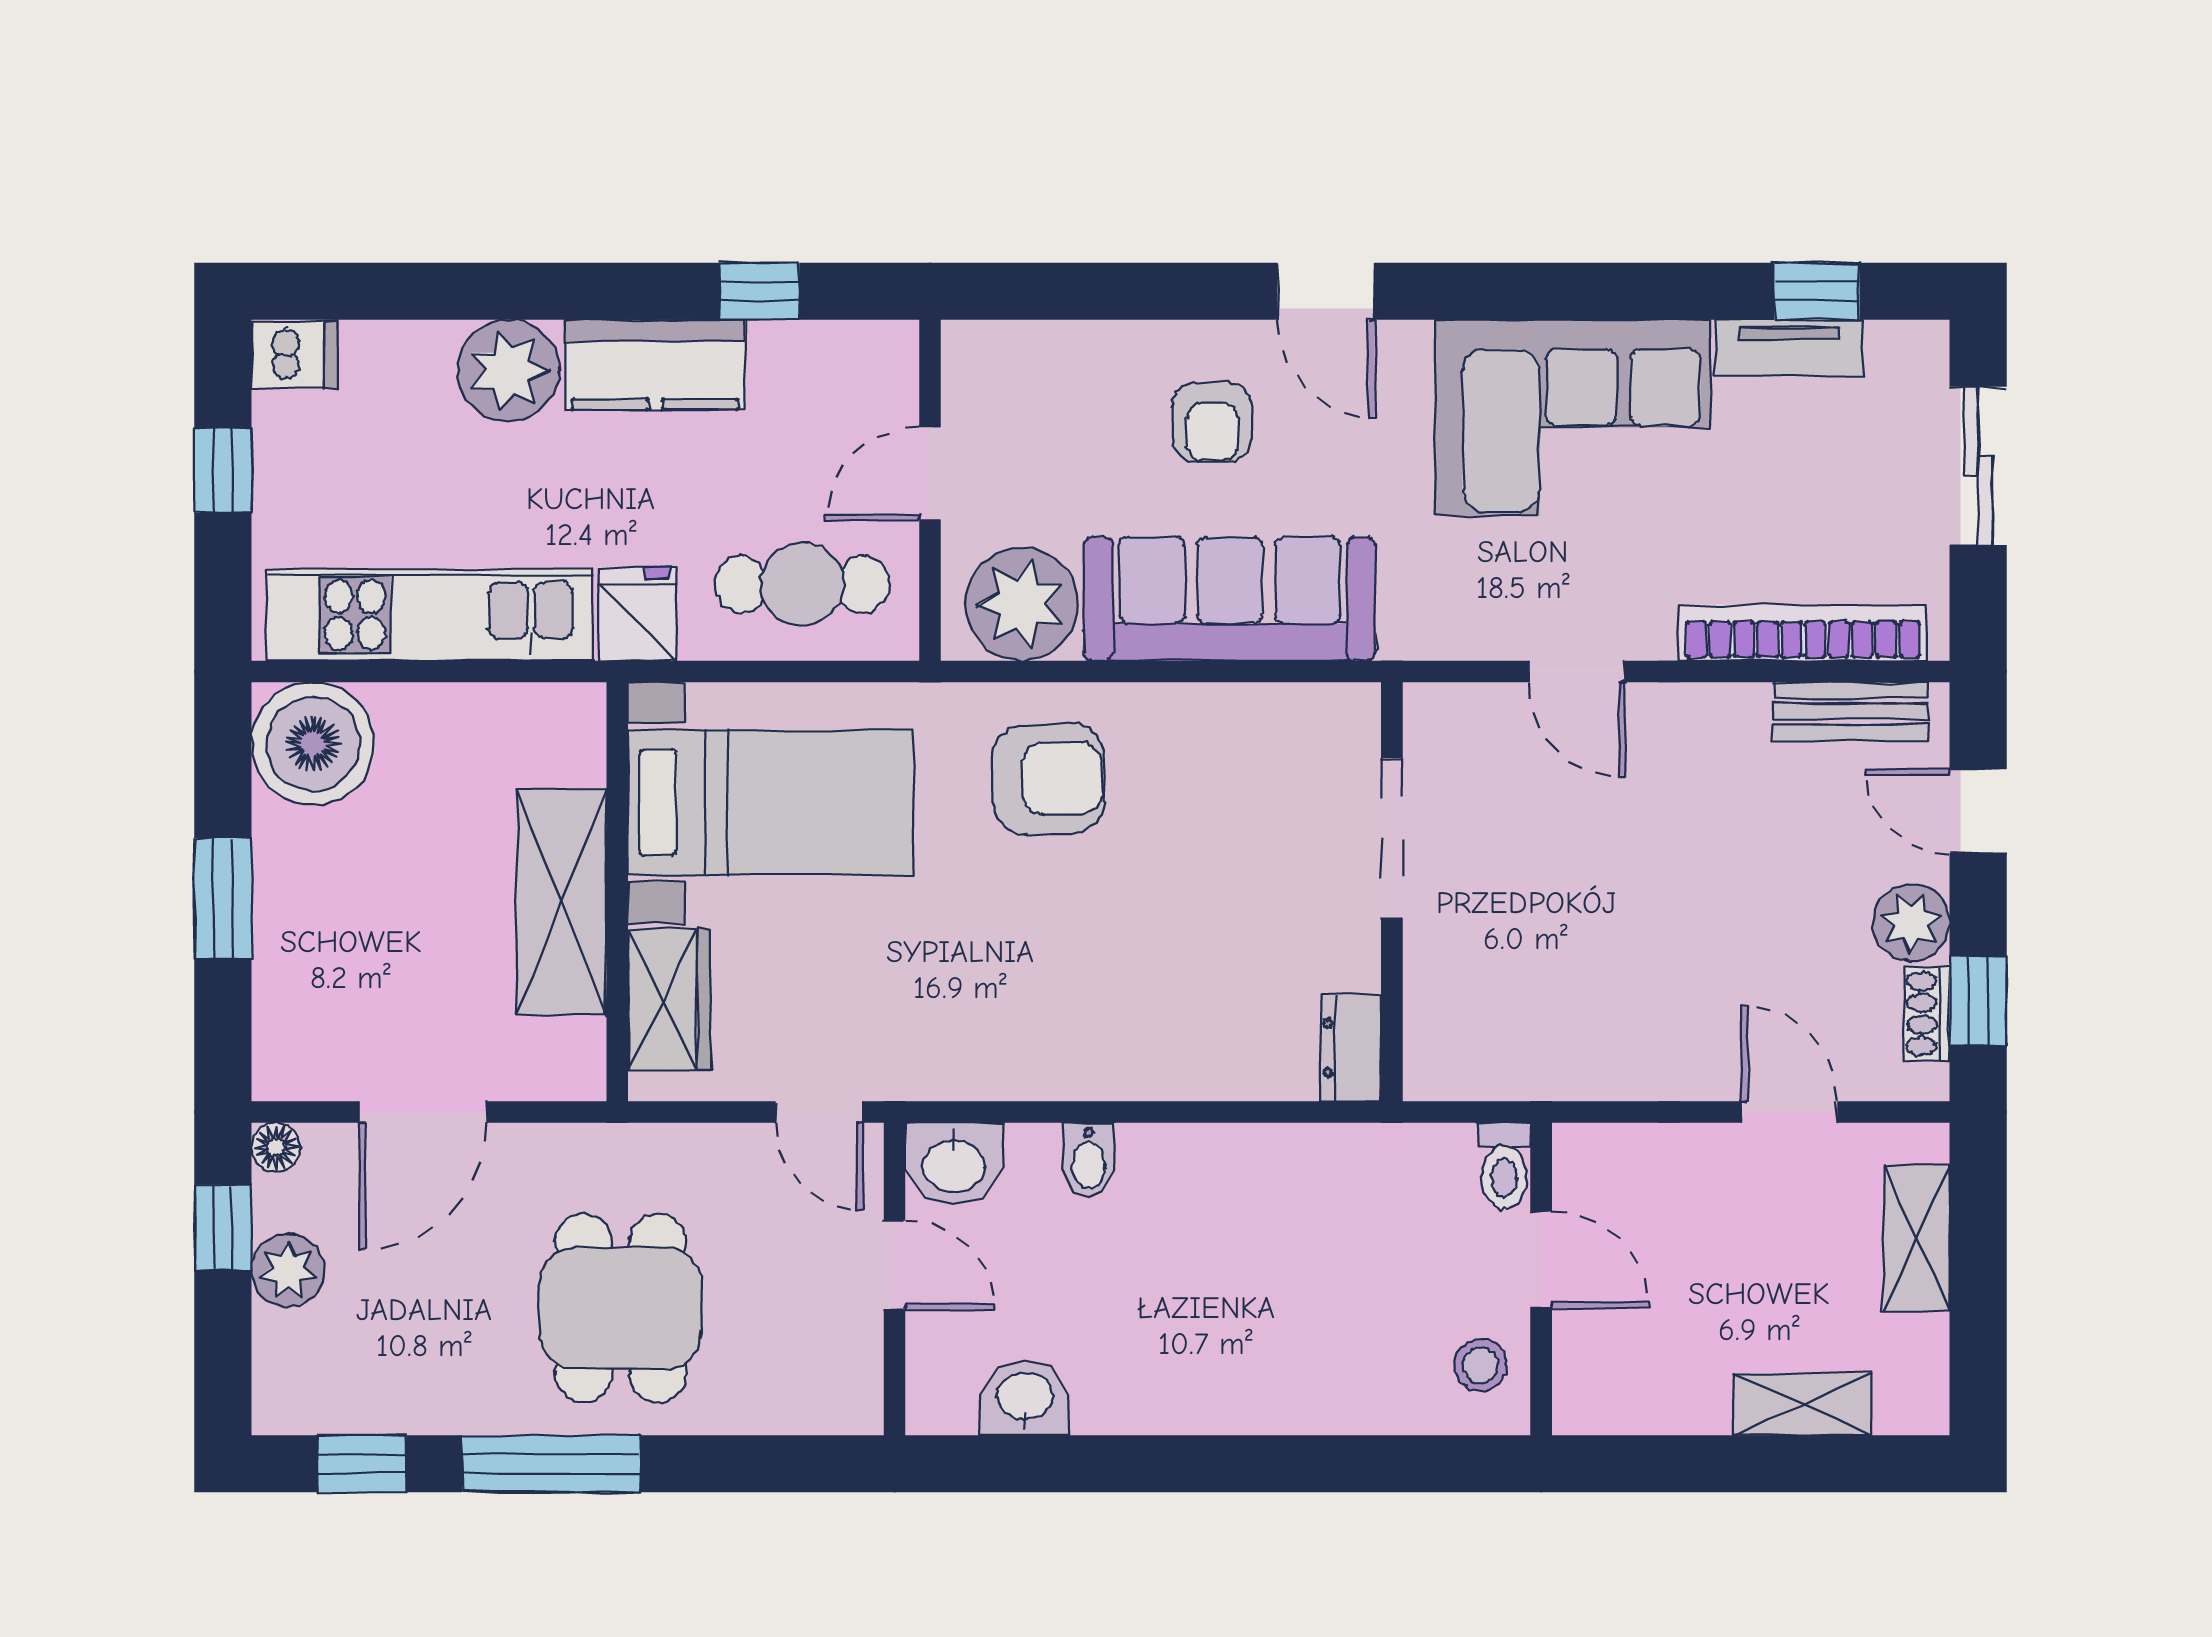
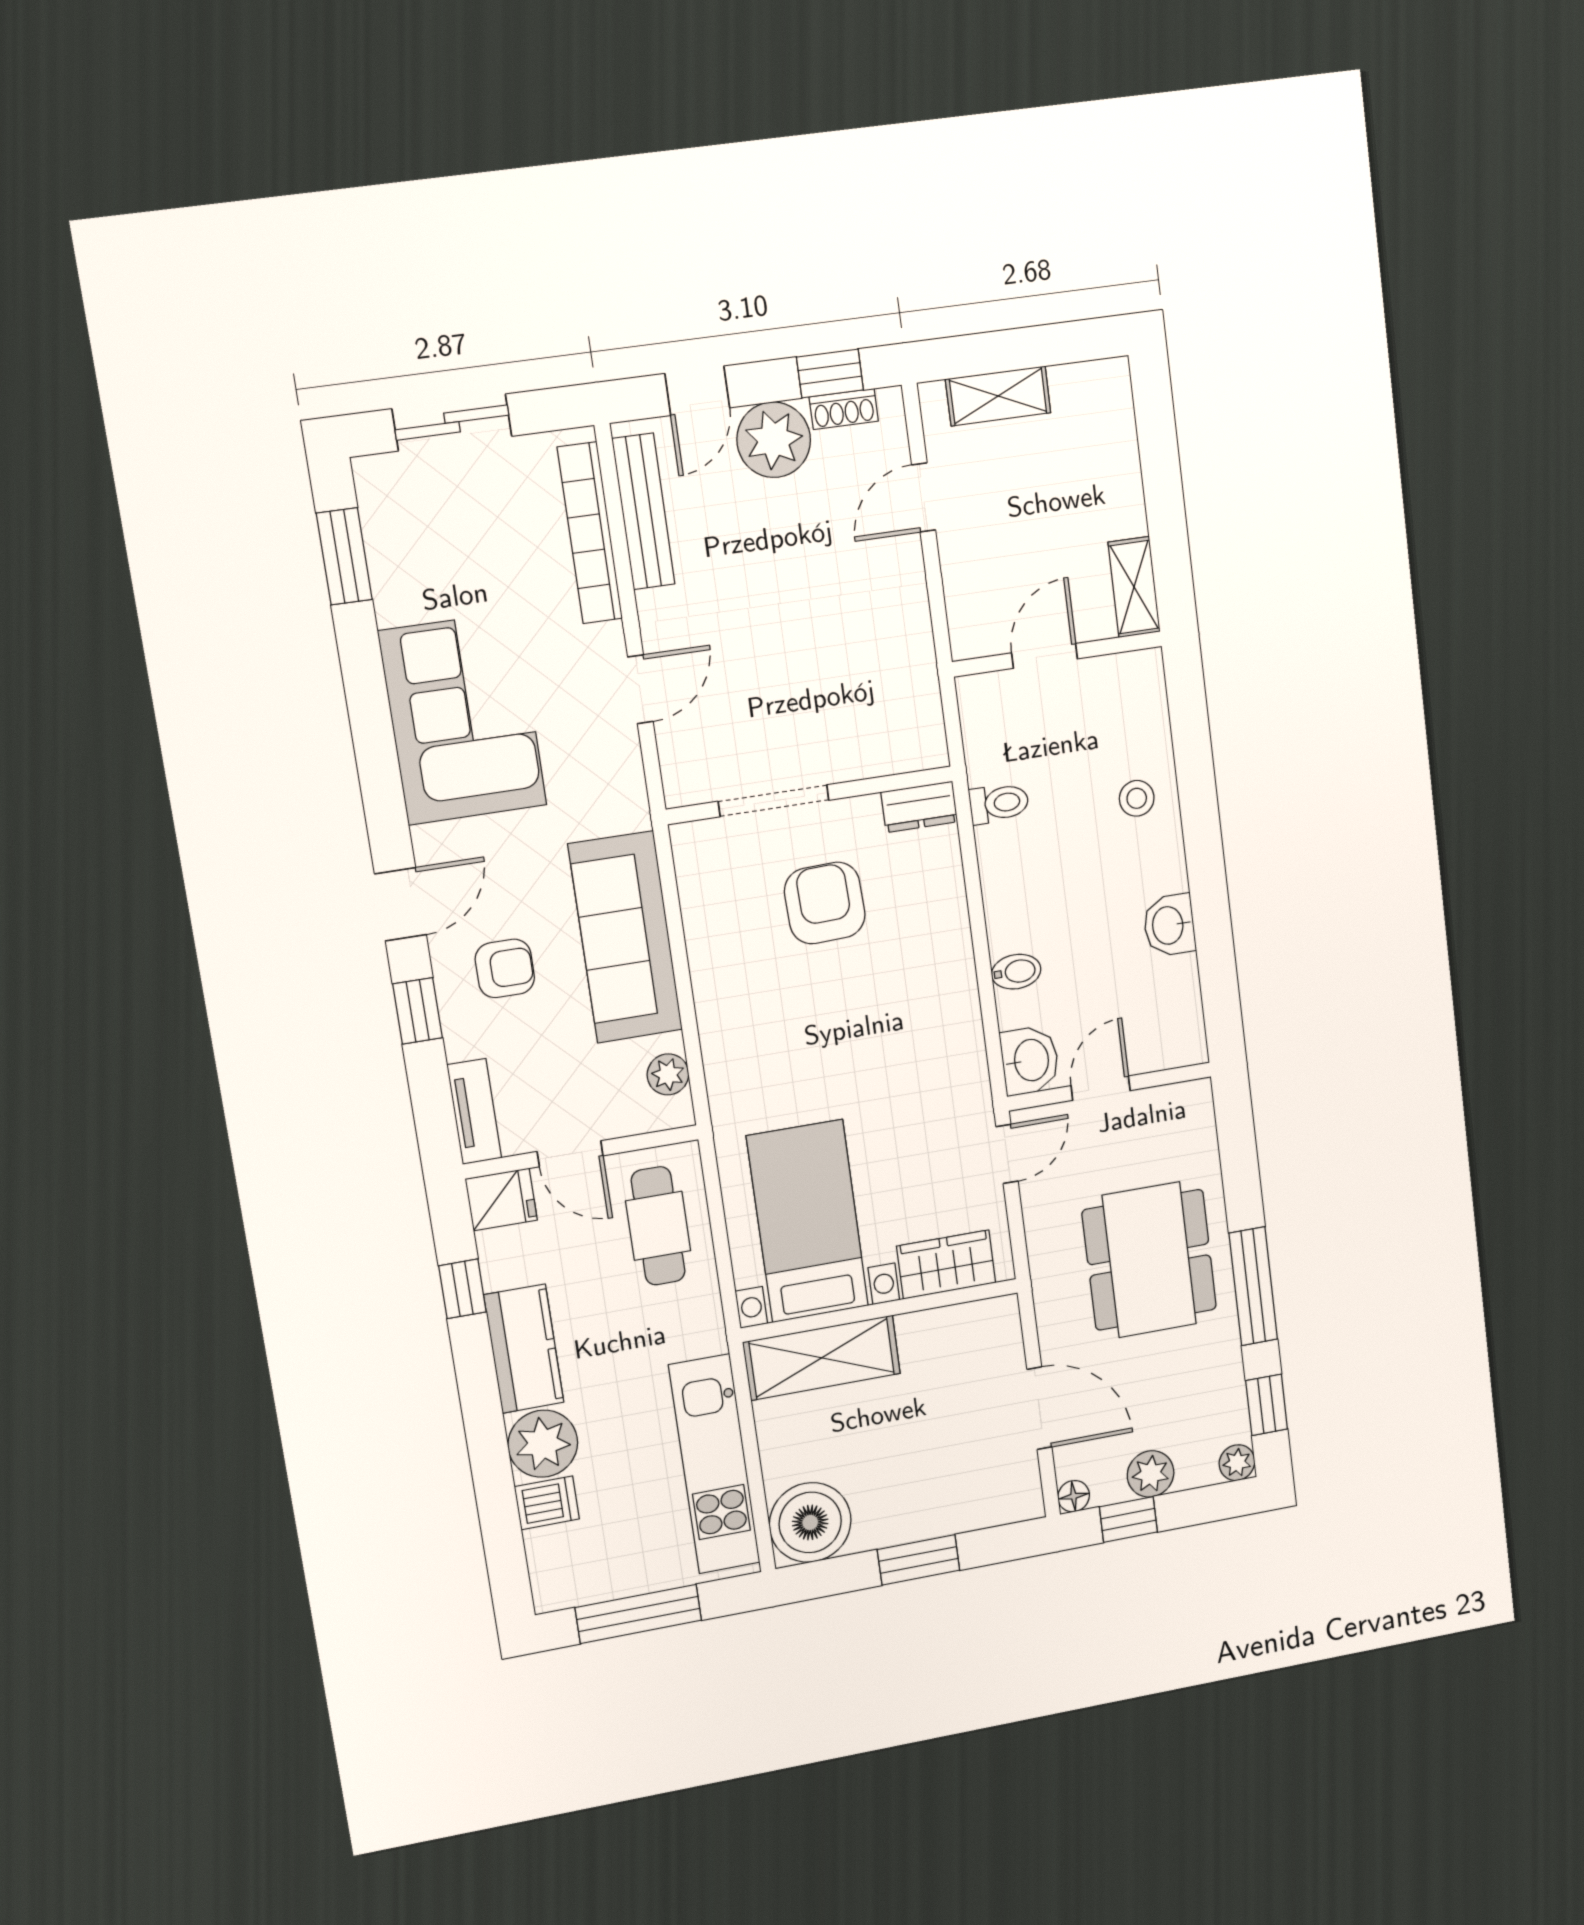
window: (1172, 291) -> (418, 1011), added
window: (1817, 291) -> (344, 556), width x1.50
tv unit: (1789, 348) -> (474, 1111), moved
dishwasher: (295, 355) -> (547, 1503), moved, turned 90
window: (223, 470) -> (638, 1614), width x2.17
plant: (1022, 604) -> (668, 1074), width x0.53, depth x0.53
fridge: (637, 614) -> (501, 1199), moved, turned 180
bench: (1851, 712) -> (644, 512), width x1.36
armchair: (1048, 779) -> (825, 903), moved
shelving: (561, 902) -> (822, 1358), moved
plant: (1911, 923) -> (774, 440), width x1.36, depth x1.36
toilet: (1504, 1166) -> (999, 803), moved
dining table: (621, 1308) -> (1149, 1260), width x1.38
stool: (1481, 1365) -> (1137, 798), moved
washbasin: (1025, 1398) -> (1169, 925), moved
shelving: (1802, 1404) -> (1134, 587), moved
plant: (280, 1407) -> (1237, 1463), added

